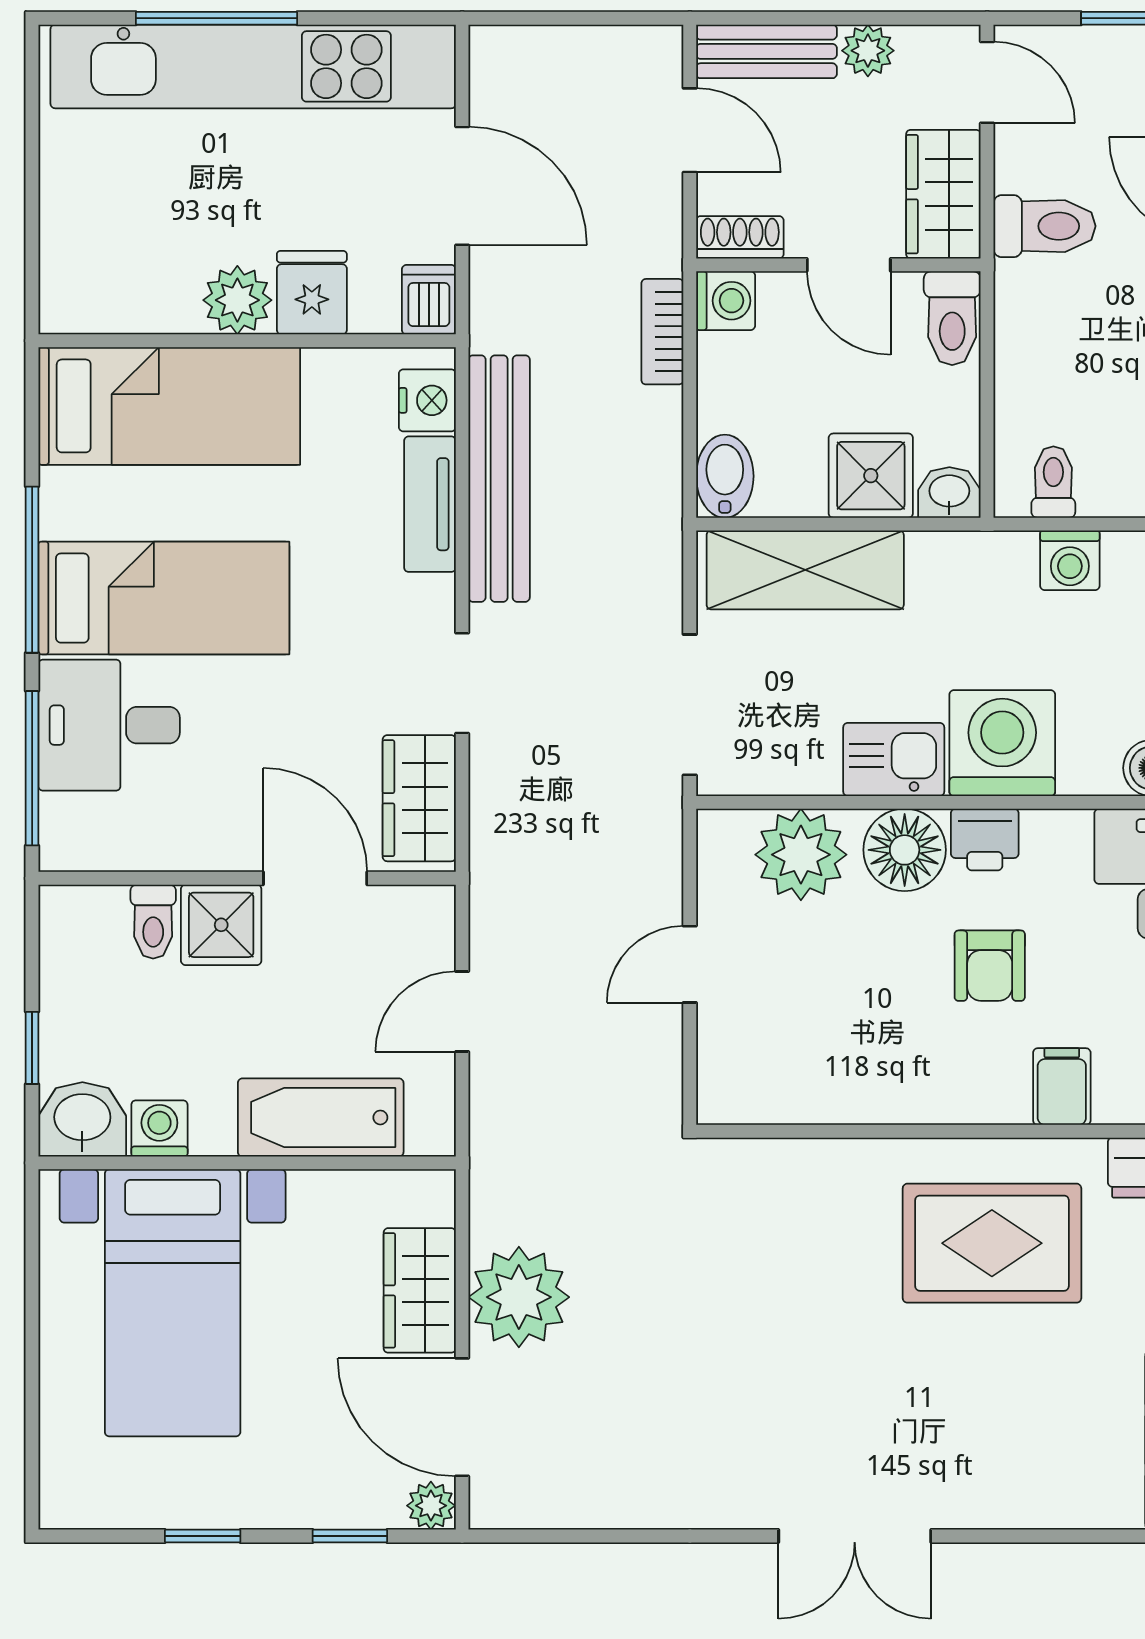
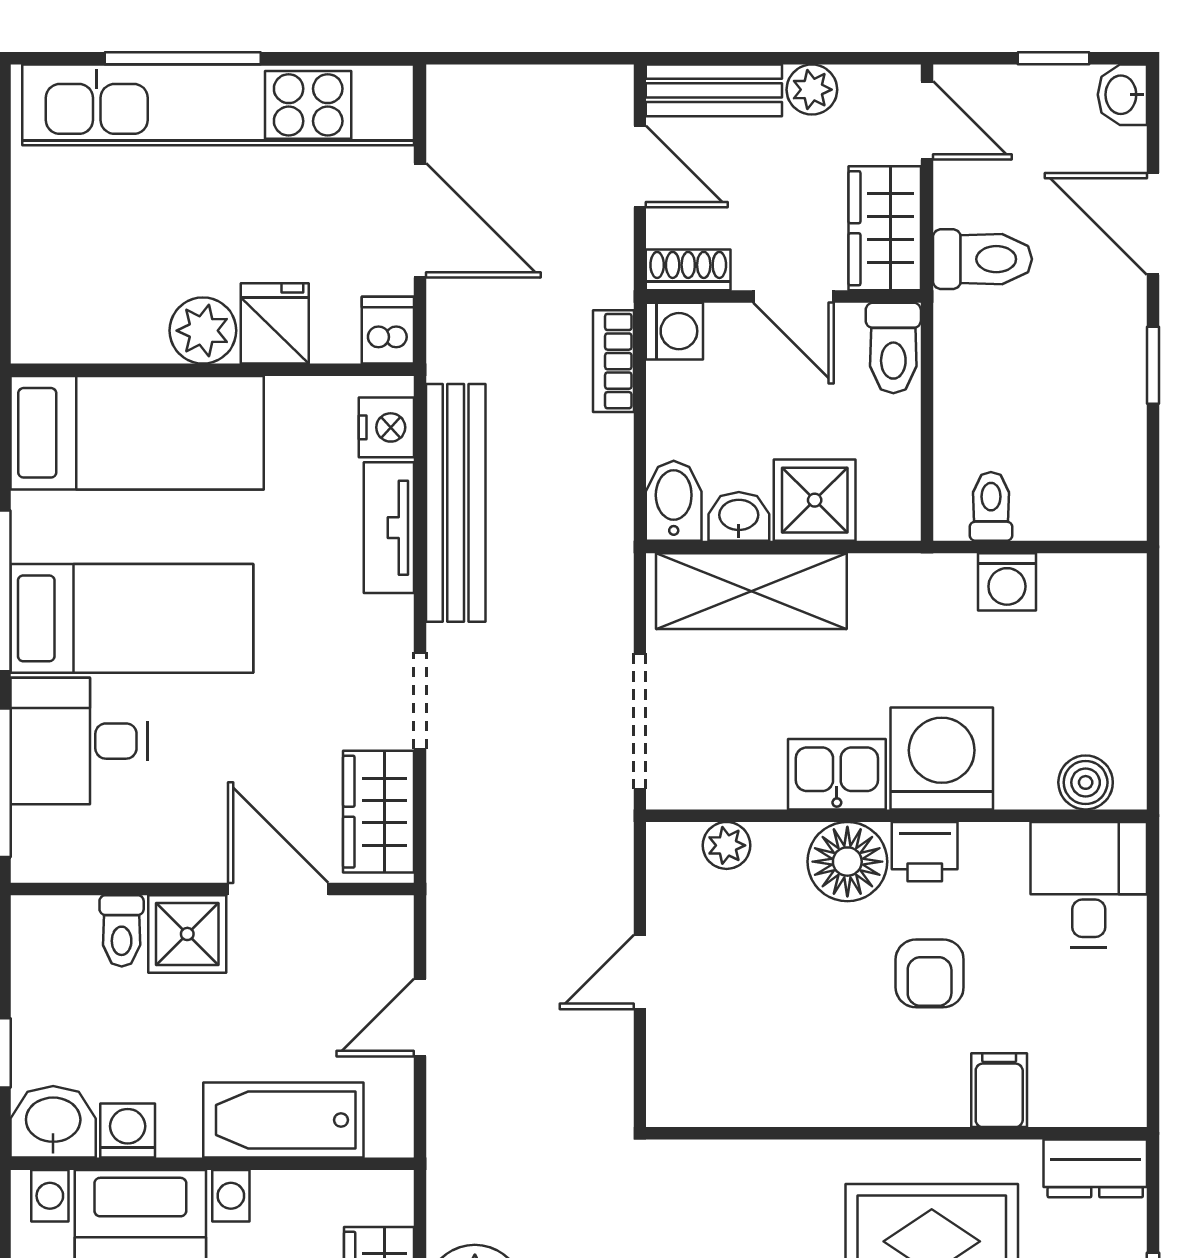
washbasin: (949, 492) -> (739, 516), moved
plant: (801, 855) -> (727, 845), width x0.53, depth x0.53

